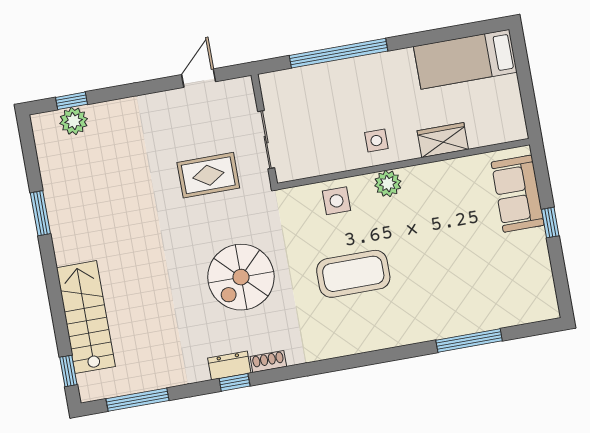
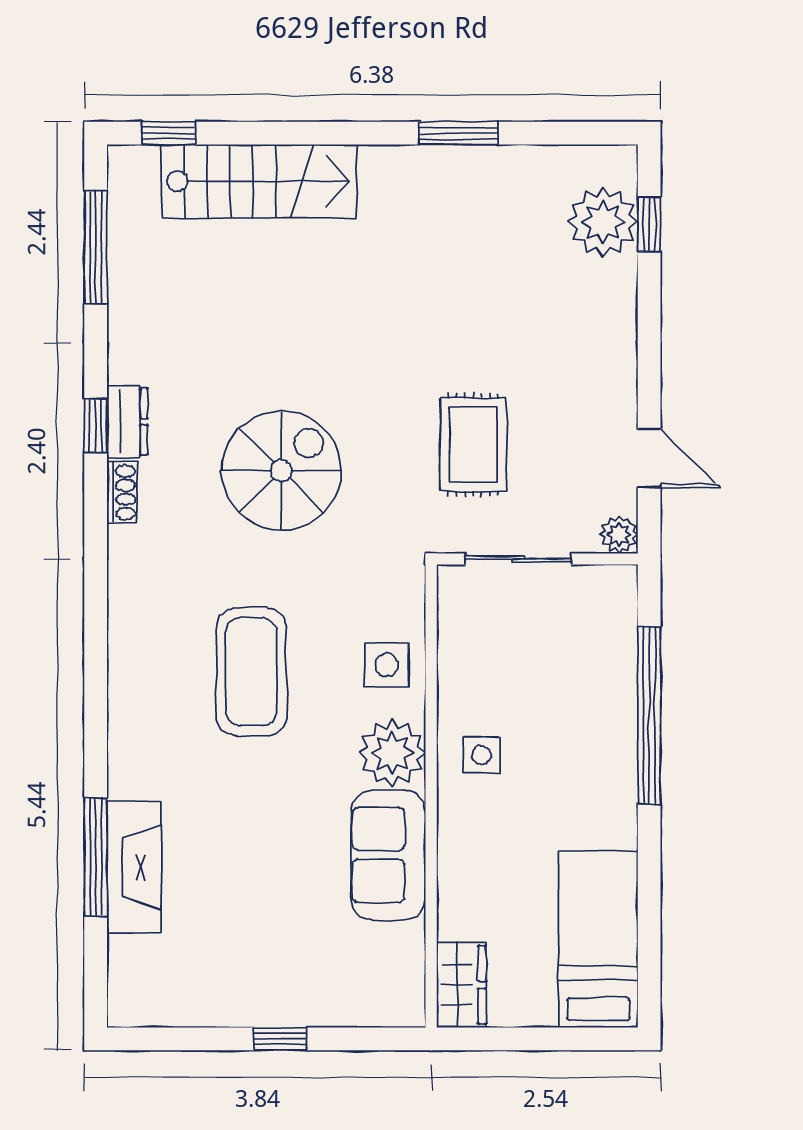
plant: (243, 87) -> (619, 535), added
plant: (74, 121) -> (603, 222), width x1.36, depth x1.36
wardrobe: (443, 140) -> (461, 985), moved
plant: (388, 184) -> (392, 753), width x1.36, depth x1.36
sofa: (518, 194) -> (388, 855), moved, turned -90
spiral stairs: (241, 277) -> (281, 470), turned 90
fireplace: (471, 319) -> (134, 868), added

